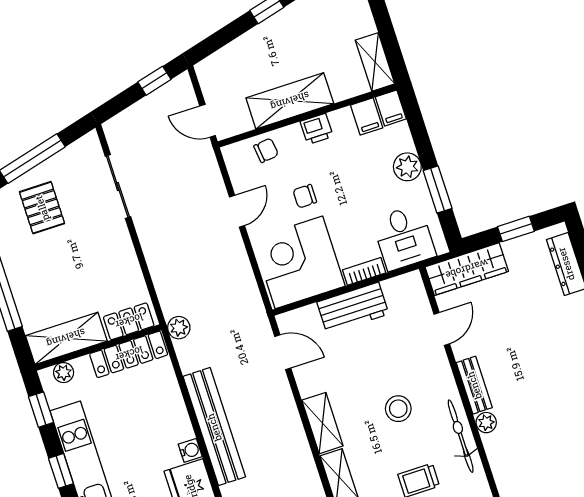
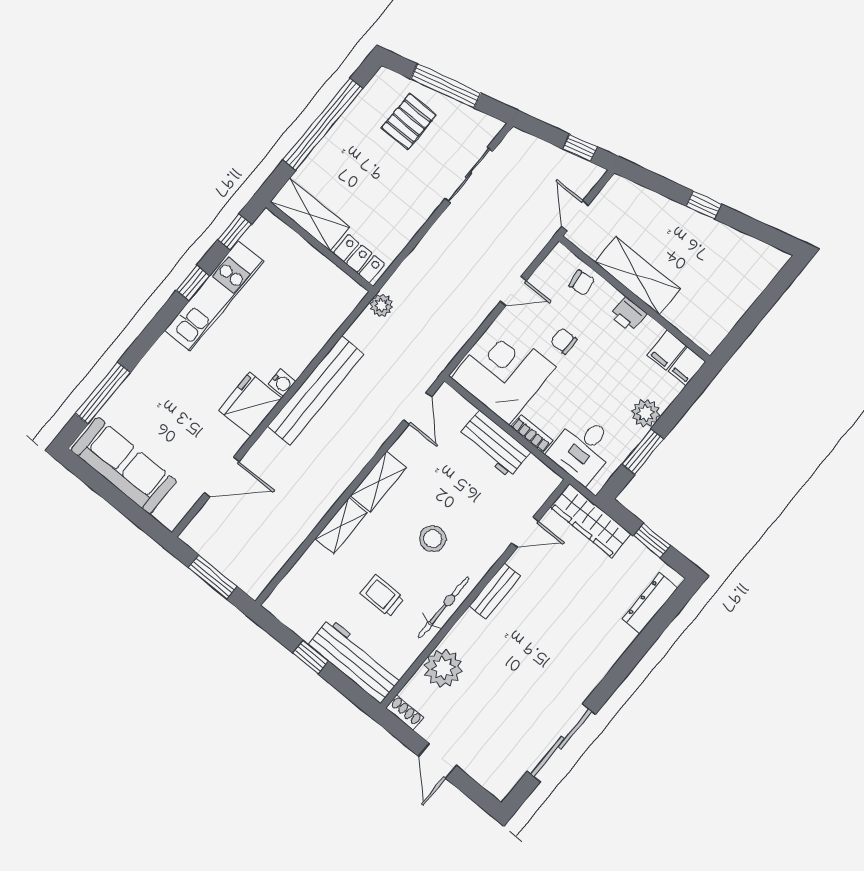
shelving: (375, 62) -> (718, 327), removed
locker: (129, 354) -> (331, 277), removed
plant: (64, 373) -> (279, 231), removed
plant: (486, 423) -> (443, 668), moved, width x1.88, depth x1.88

